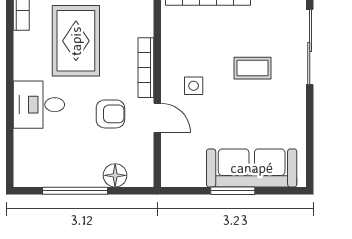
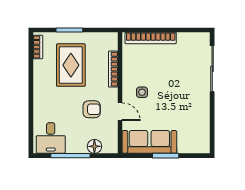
bookcase: (146, 68) -> (113, 69), moved
coffee table: (252, 68) -> (178, 82), removed
desk: (39, 105) -> (51, 138), moved, turned -90
sofa: (252, 168) -> (149, 142), moved

